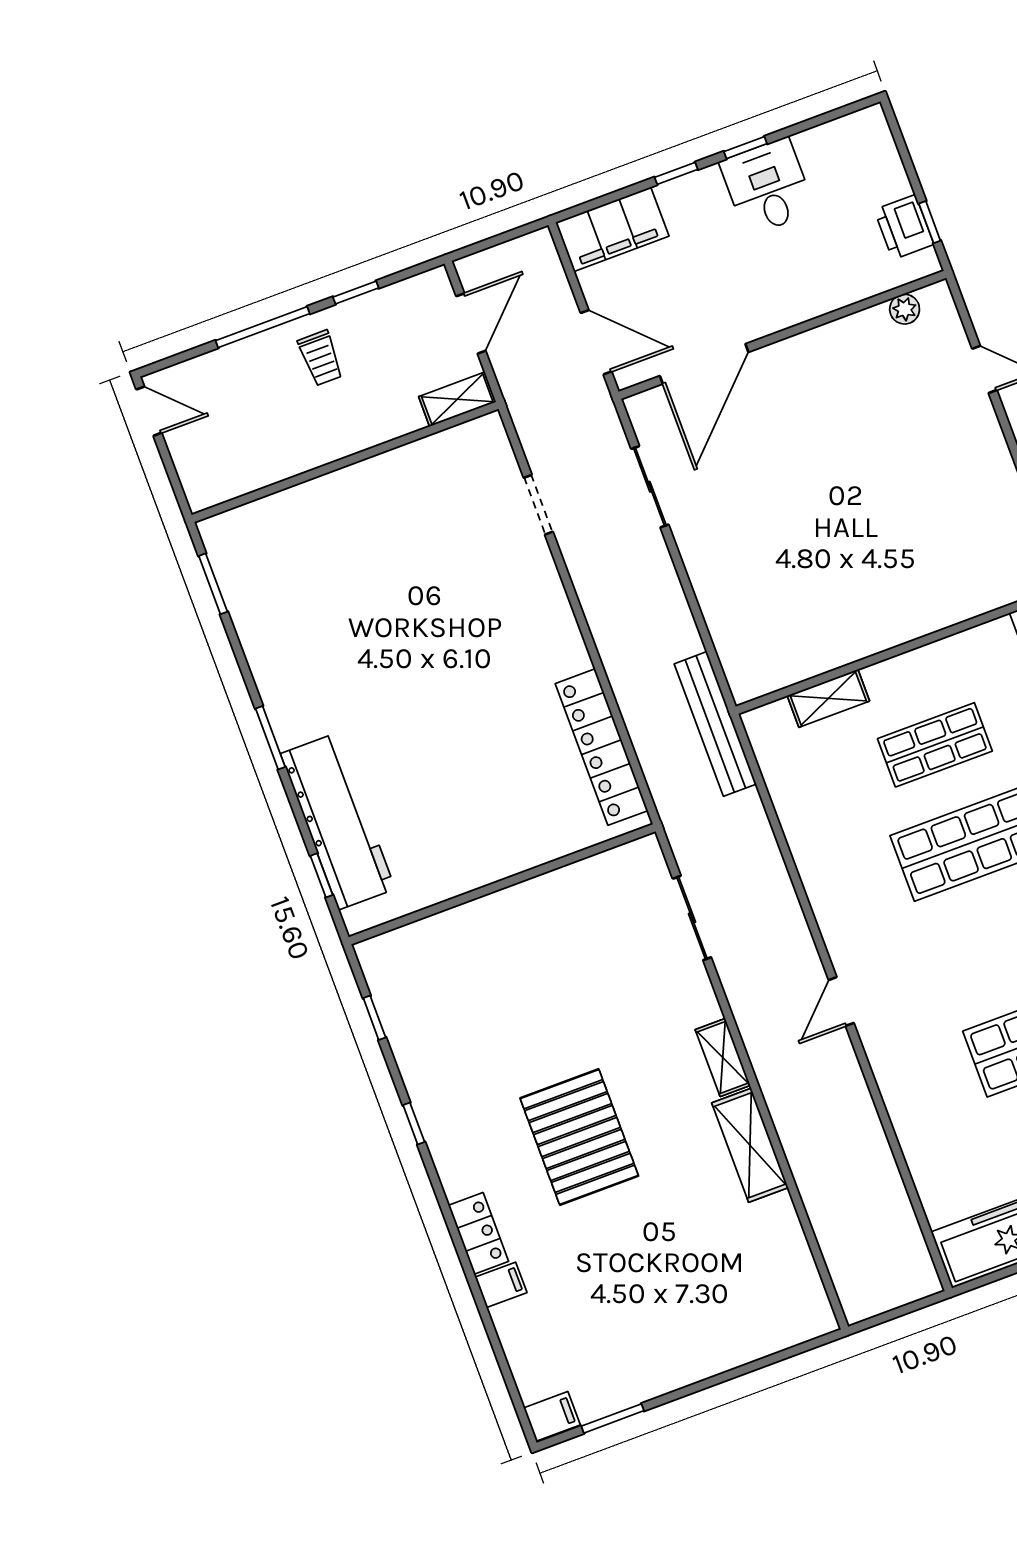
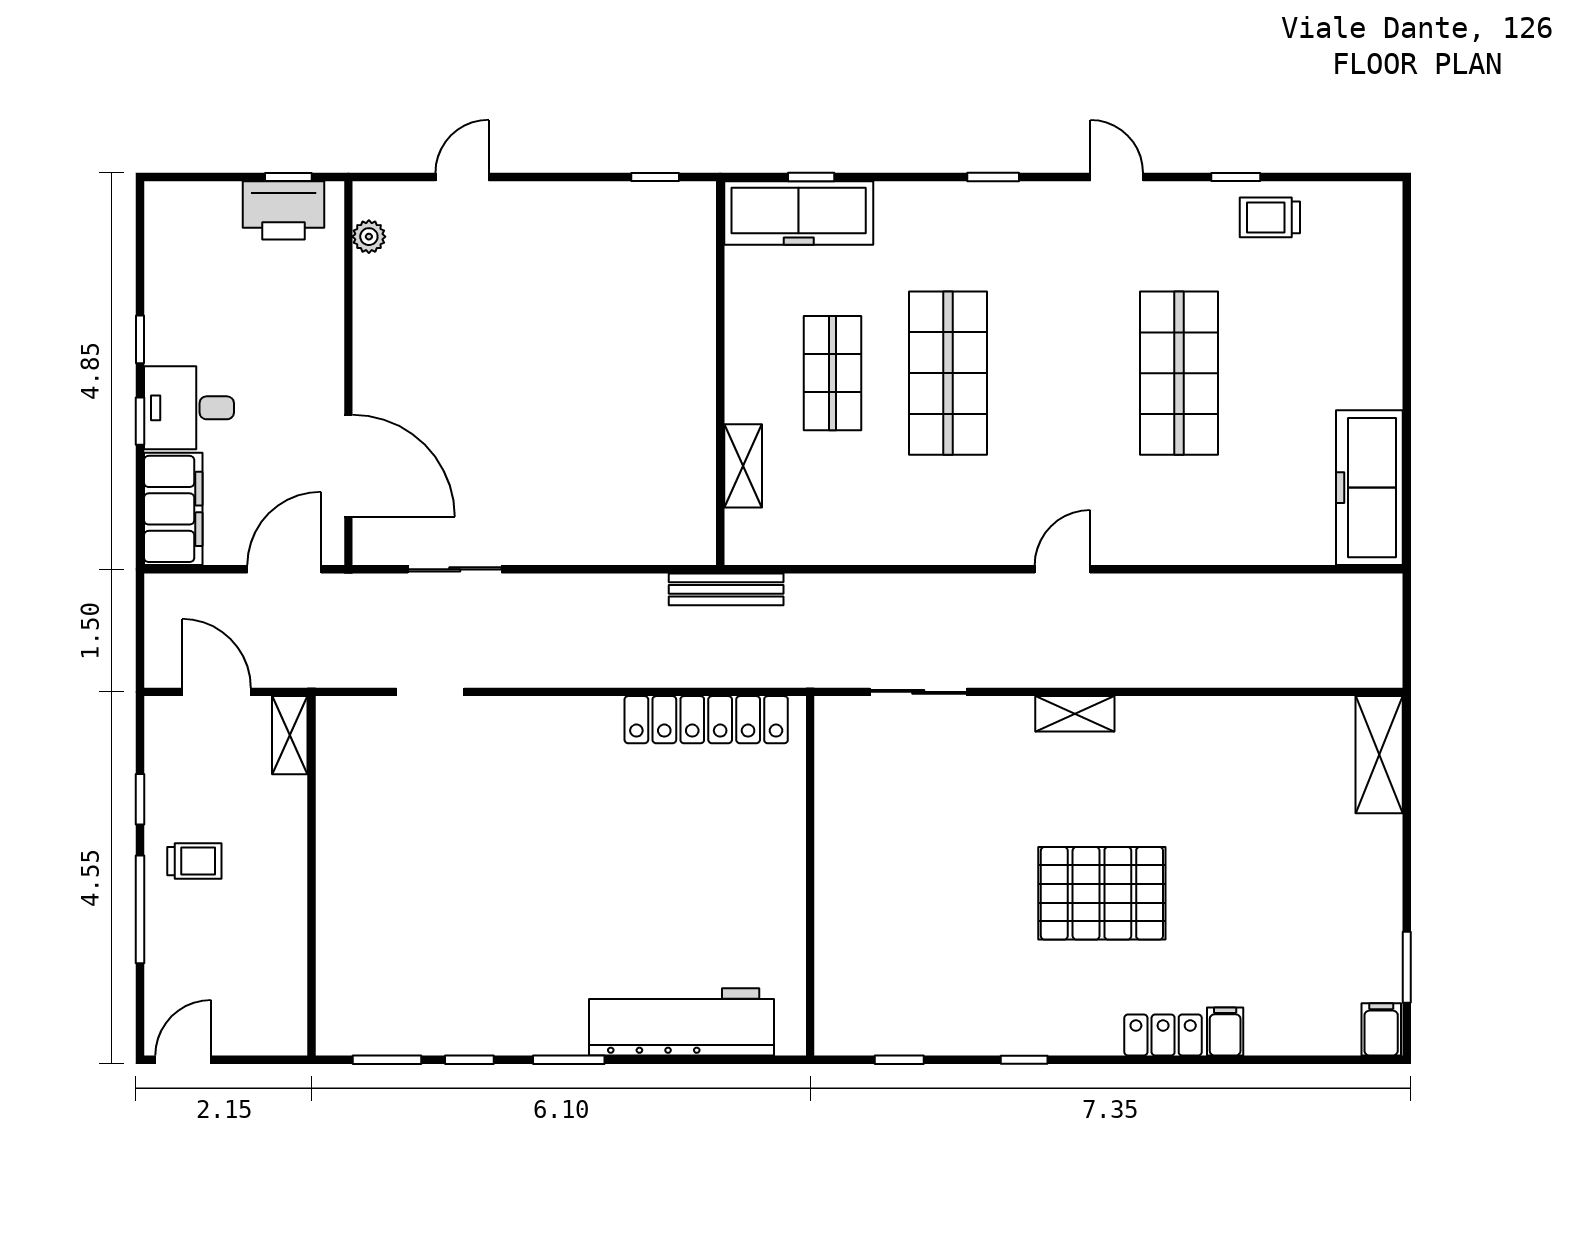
desk: (767, 187) -> (189, 408), moved
printer: (904, 227) -> (284, 210), width x1.37, depth x1.19
bench: (715, 724) -> (726, 589), width x0.73, depth x0.82
window: (322, 875) -> (469, 1060), moved
door: (841, 1001) -> (1062, 569), swing flipped
shelving: (750, 1145) -> (1379, 755), moved, turned 90

